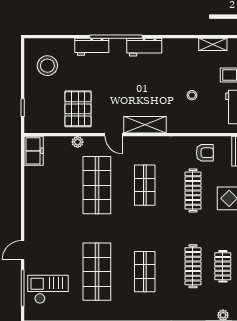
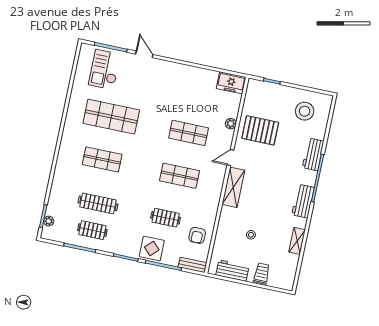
shelving: (213, 44) -> (297, 241), moved
shop shelf: (97, 185) -> (189, 133), width x0.70, depth x0.74
clothes rail: (193, 191) -> (166, 218), width x0.73
checkout: (48, 289) -> (105, 70), turned 180

